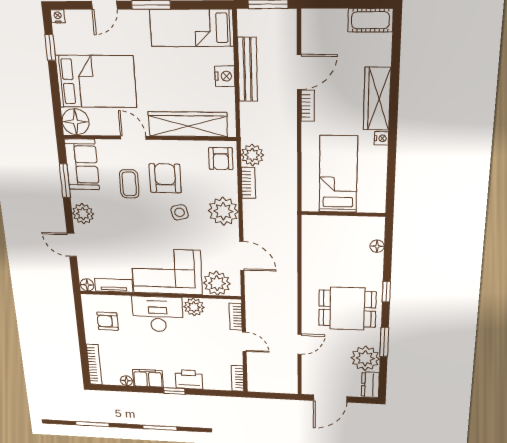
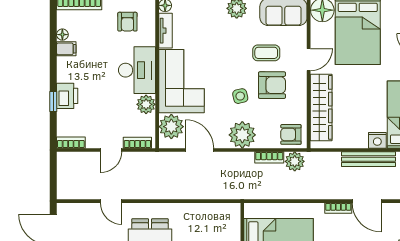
nightstand: (225, 76) -> (377, 140), moved
door: (242, 256) -> (200, 150), swing flipped
armchair: (108, 321) -> (127, 22), turned 180
filing cabinet: (148, 378) -> (66, 49), width x0.50
window: (174, 391) -> (53, 102), moved

